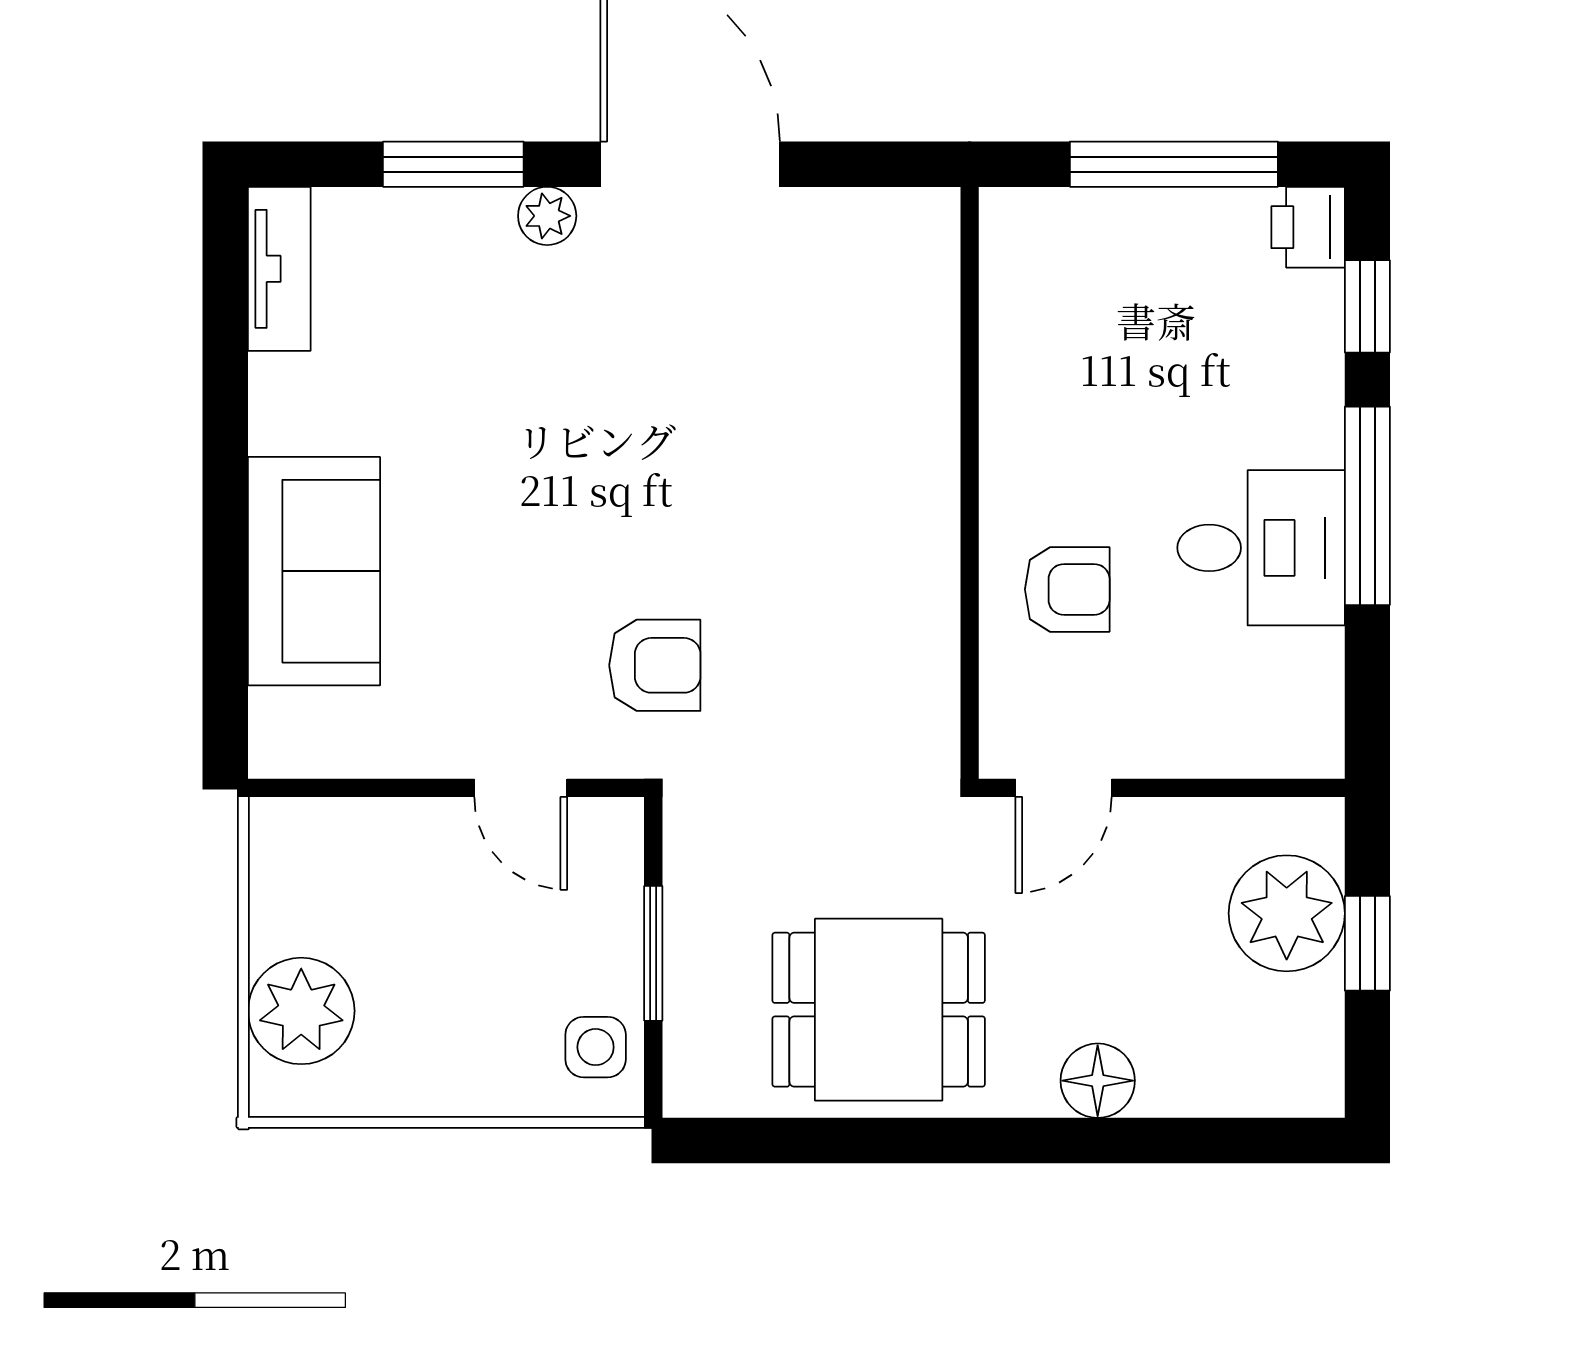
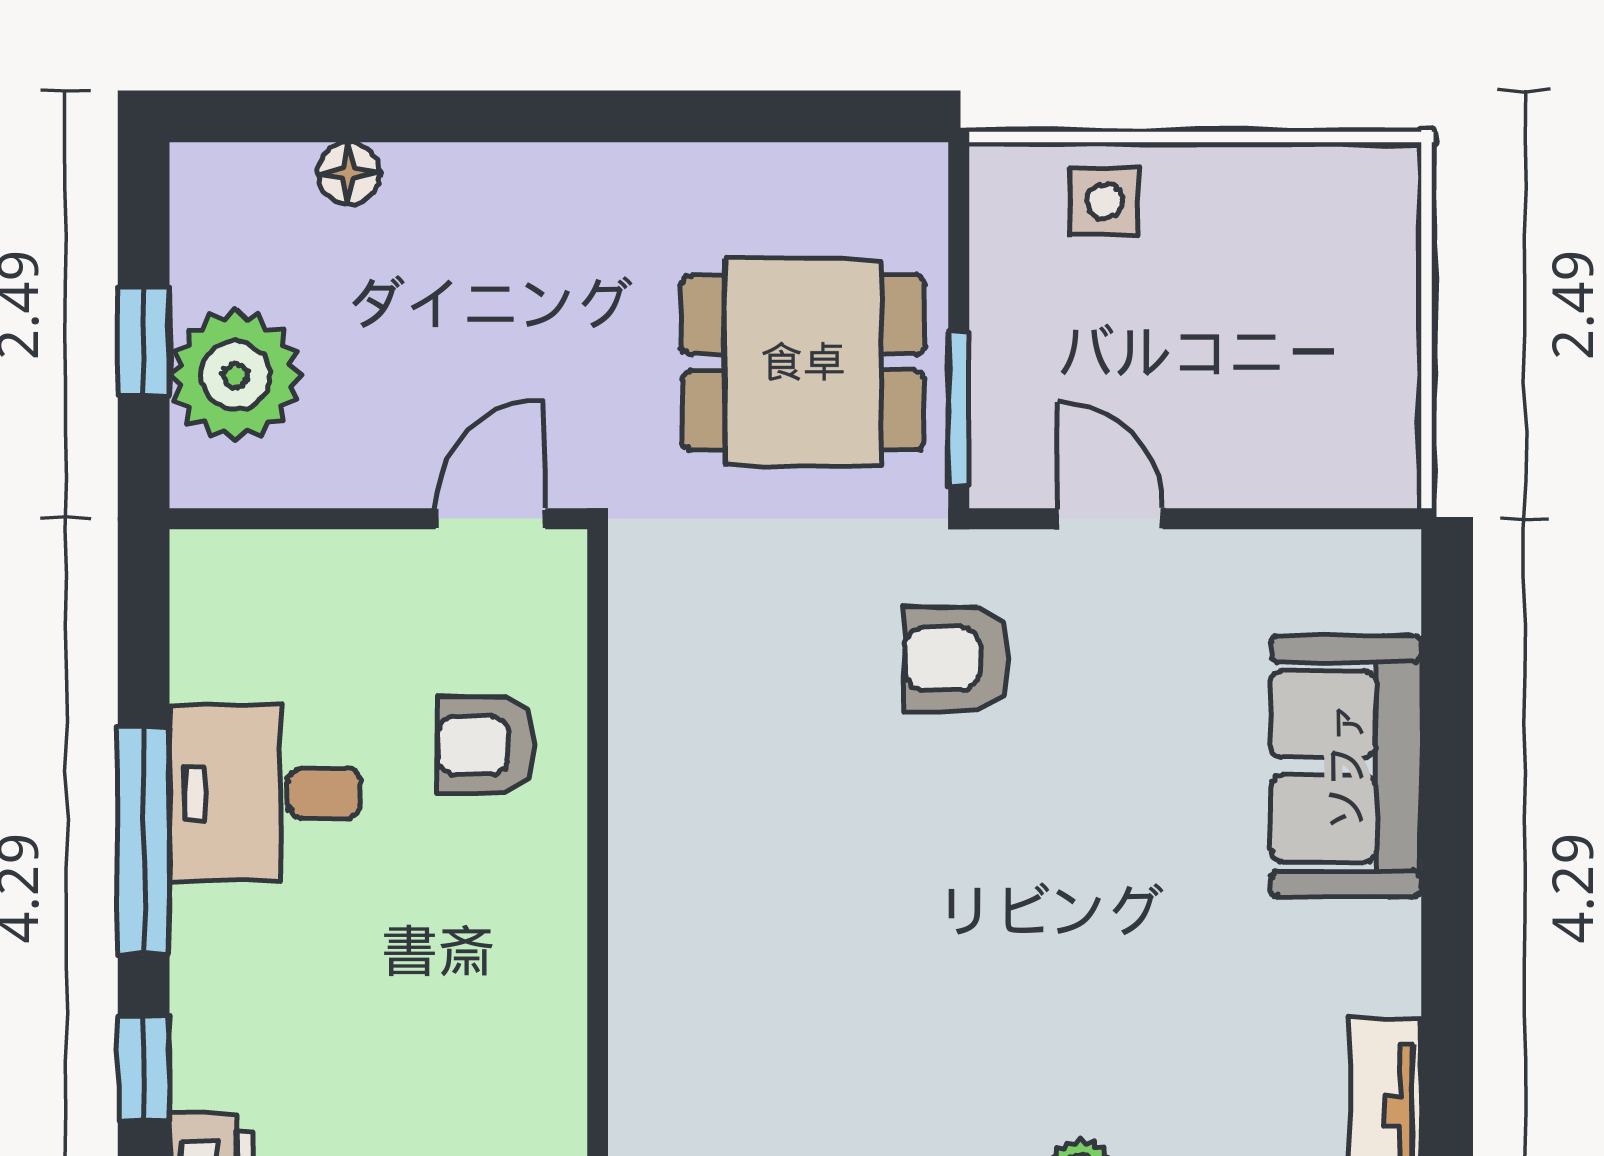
window: (653, 953) -> (959, 409), moved
dining table: (879, 1010) -> (803, 362), moved
plant: (301, 1011) -> (1361, 264), removed
side table: (596, 1047) -> (1105, 202), moved
floor lamp: (1098, 1081) -> (349, 173), moved, width x0.73, depth x0.73

